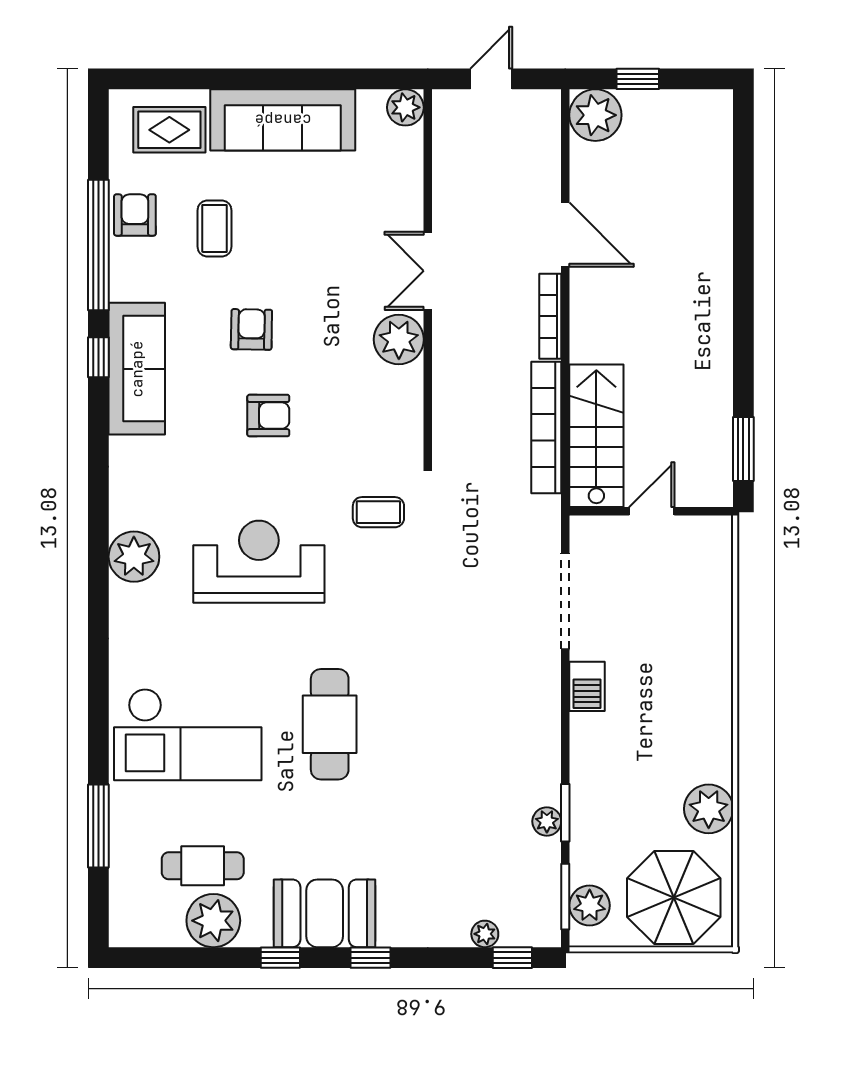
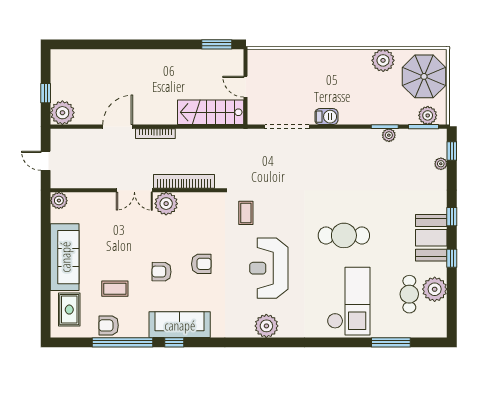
armchair: (268, 416) -> (201, 264), turned 90
bookcase: (546, 428) -> (184, 181), moved, turned 180

